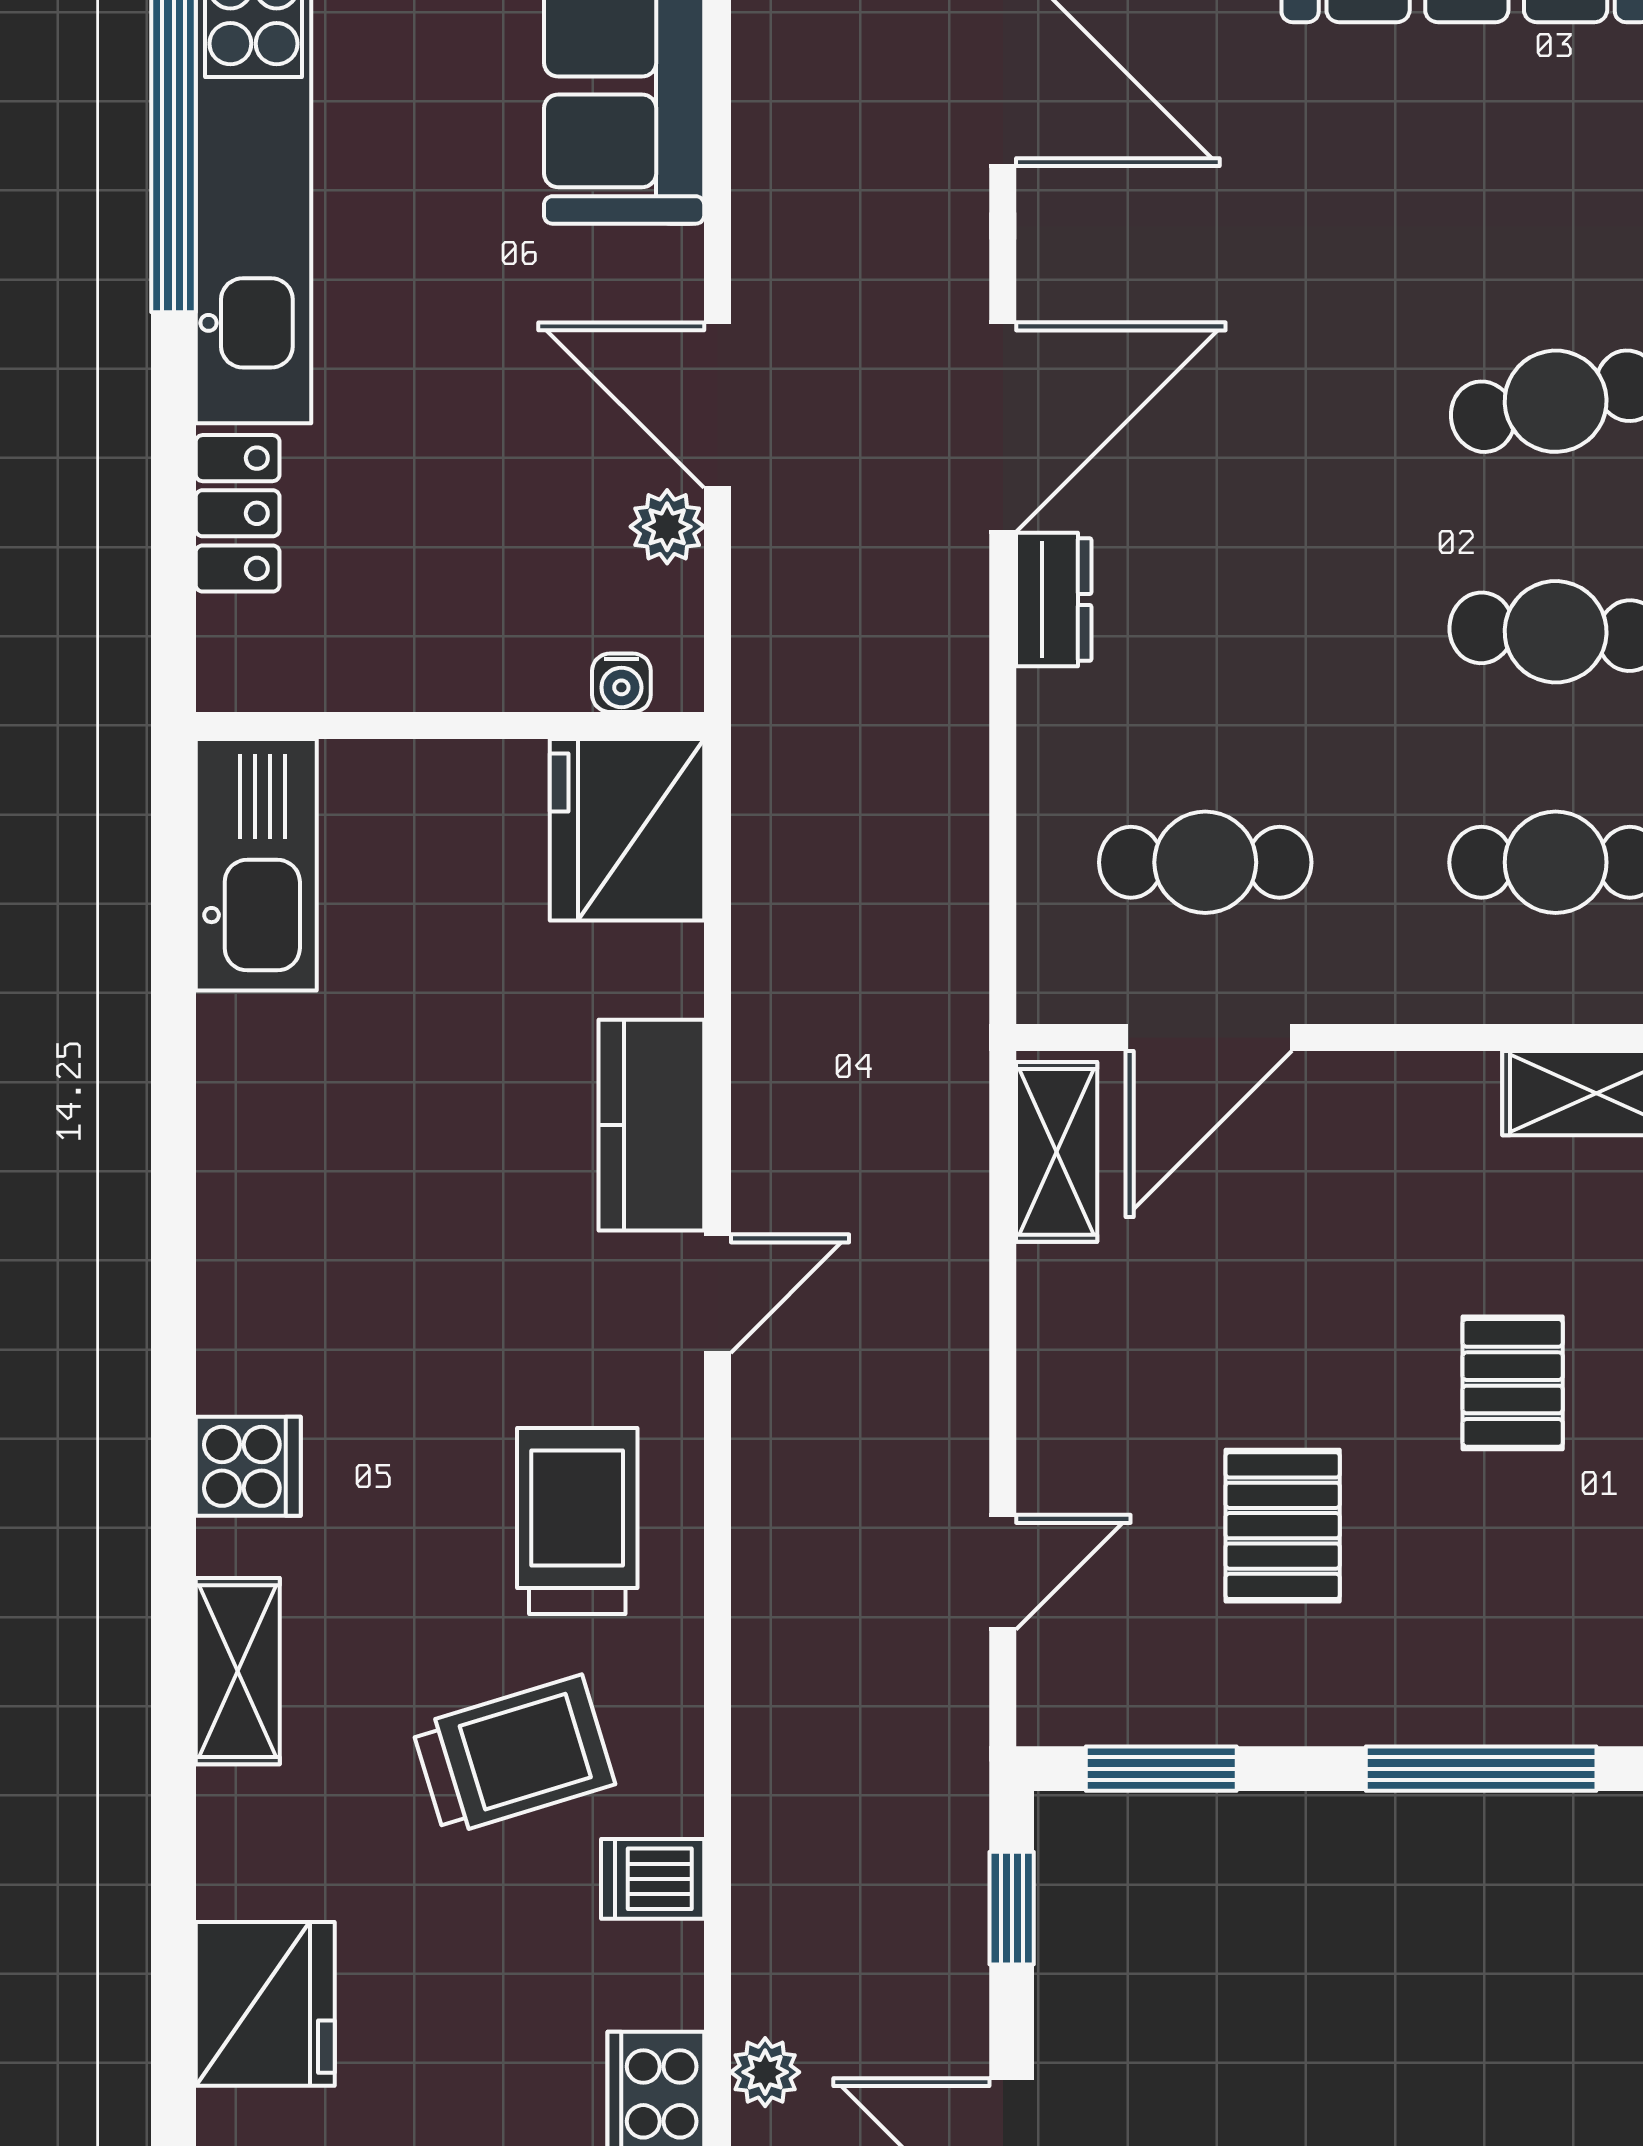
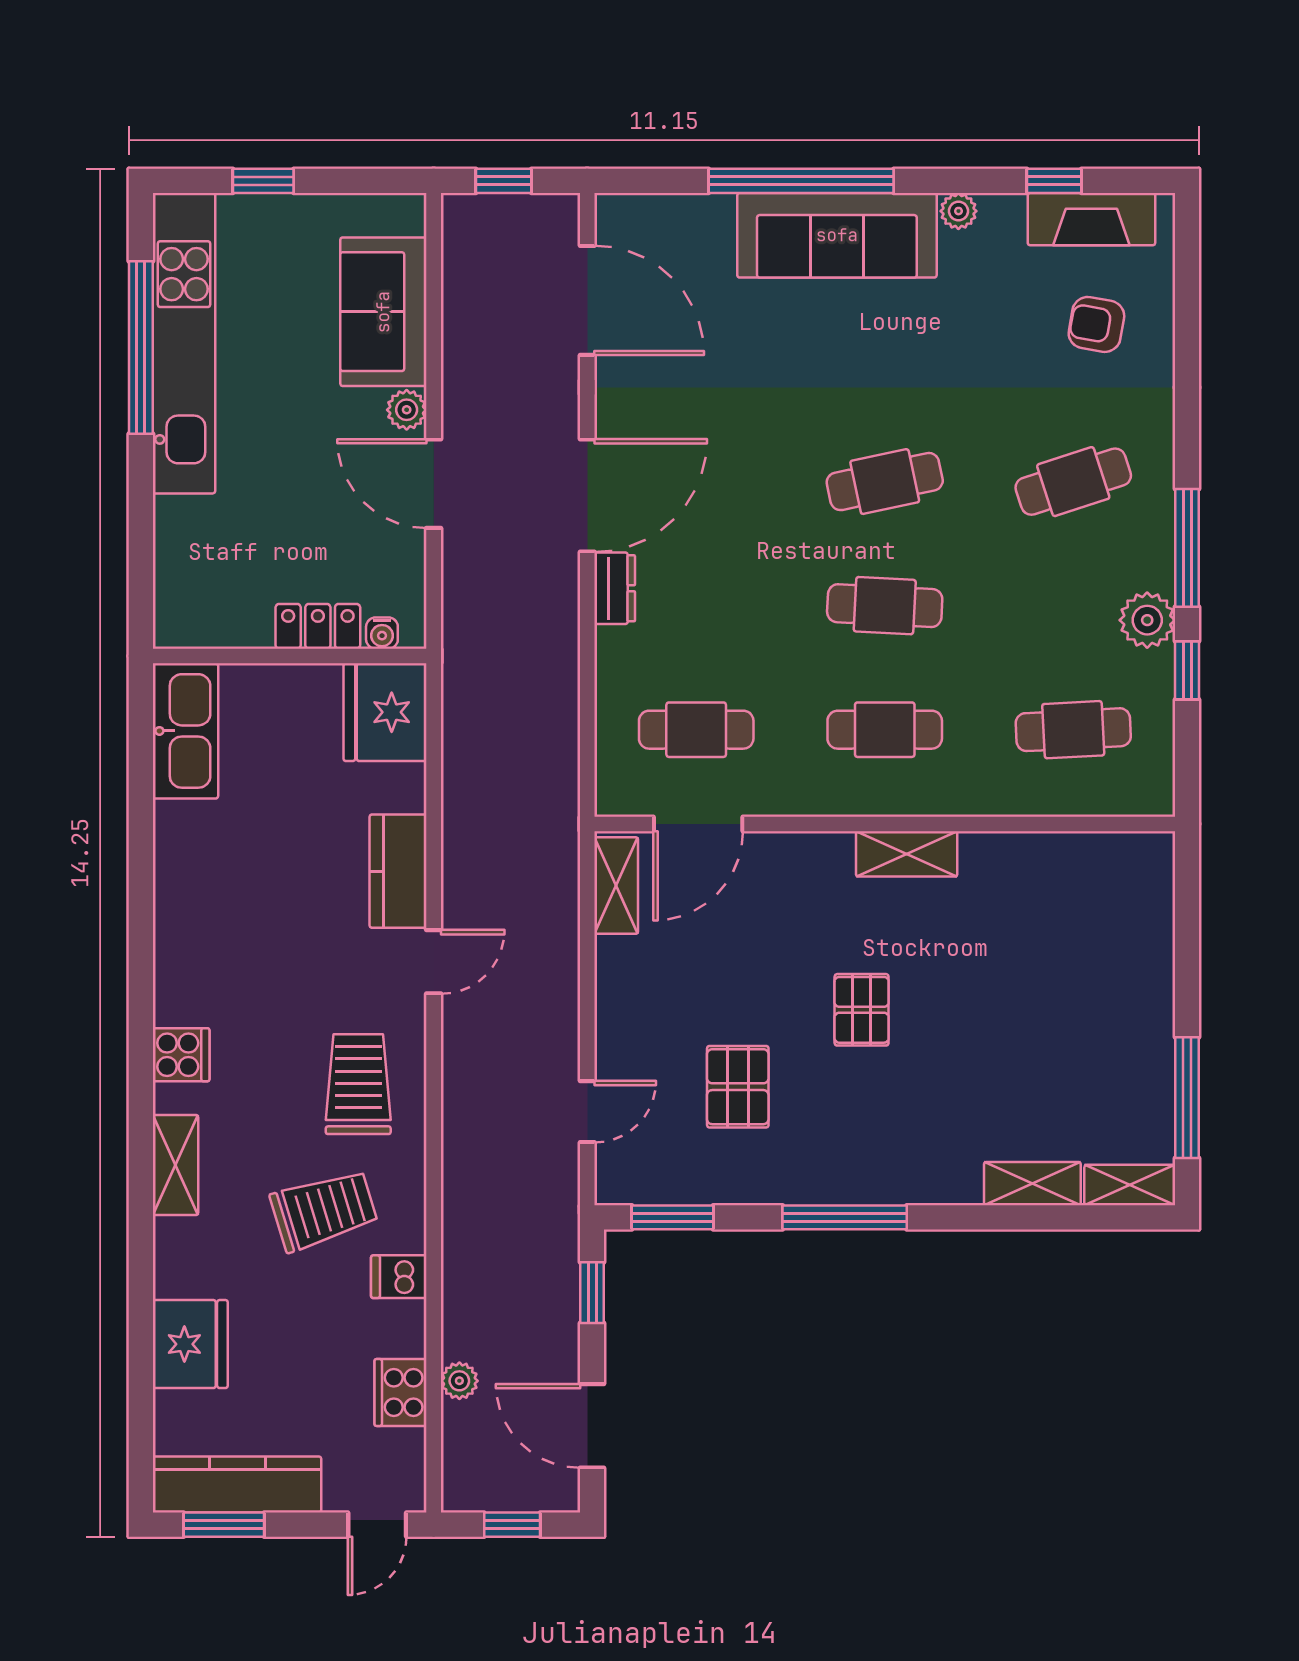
locker: (238, 513) -> (318, 626), moved, turned -90
plant: (667, 527) -> (407, 410), moved

